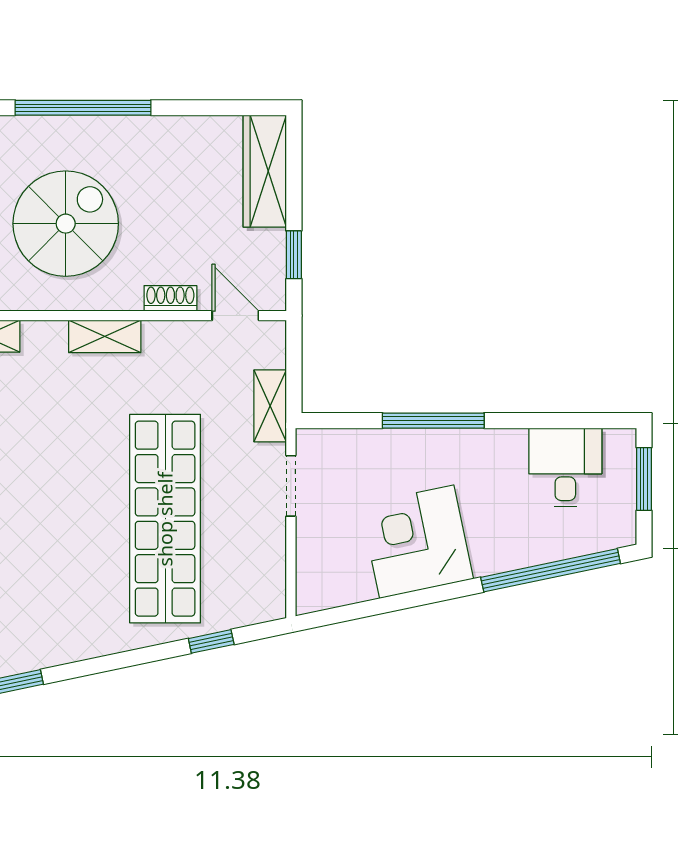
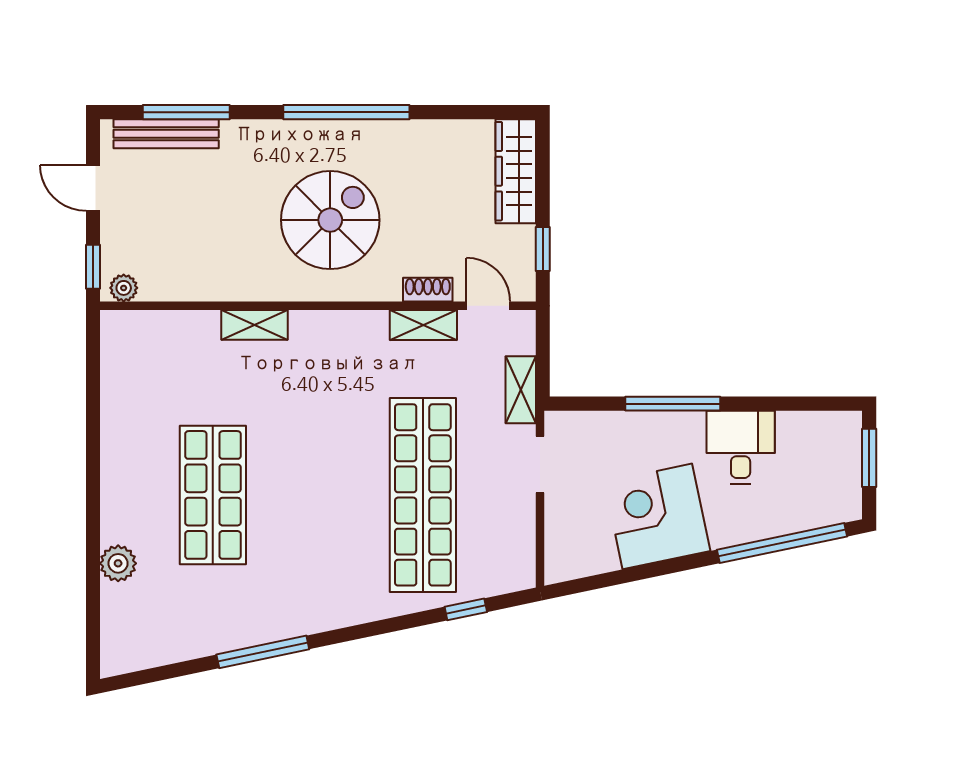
shelving: (105, 336) -> (423, 325), moved
desk: (565, 467) -> (741, 447), moved

